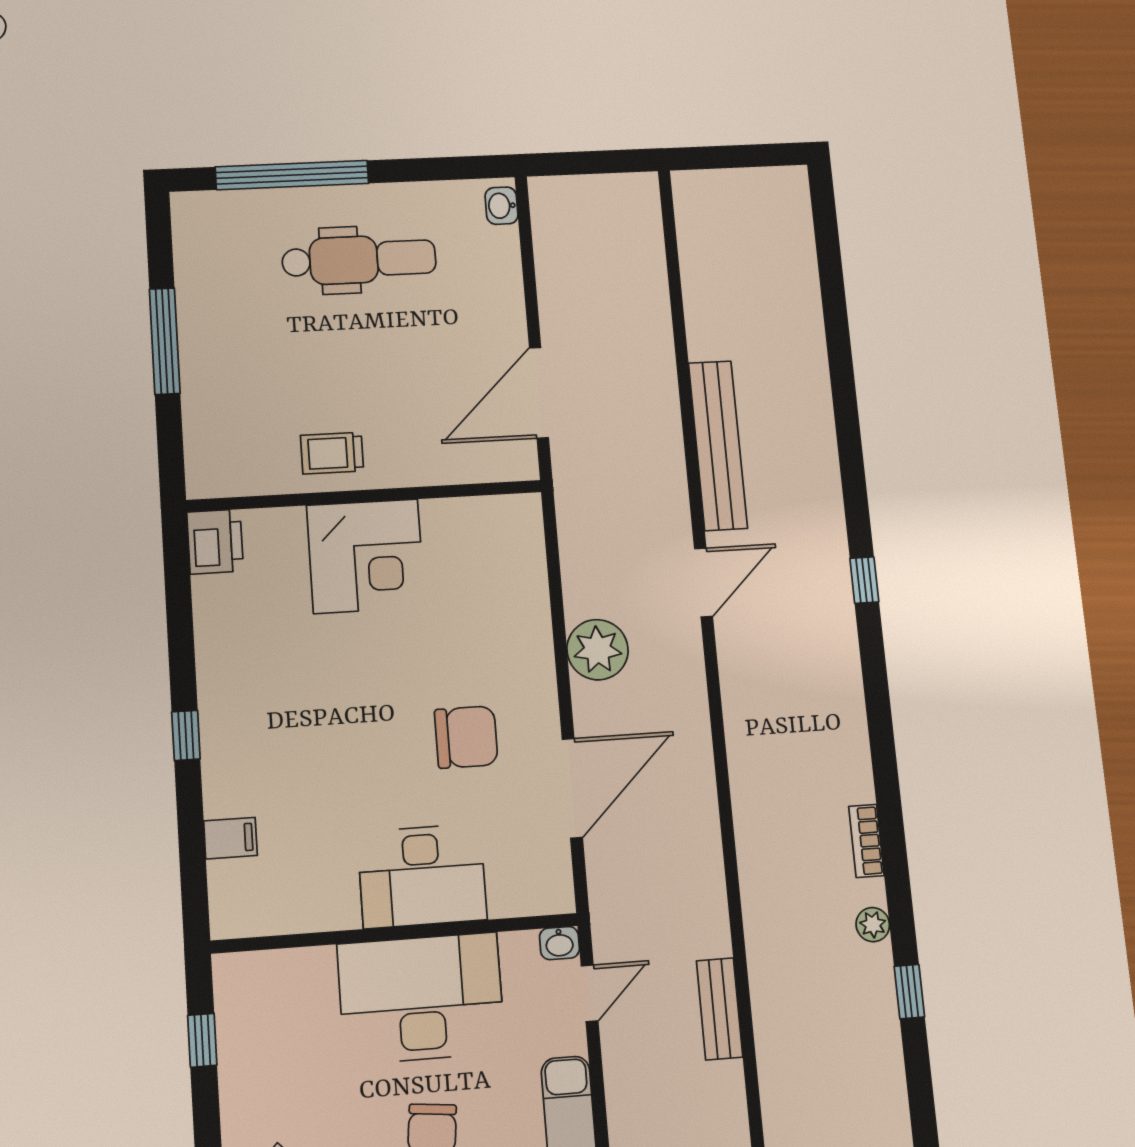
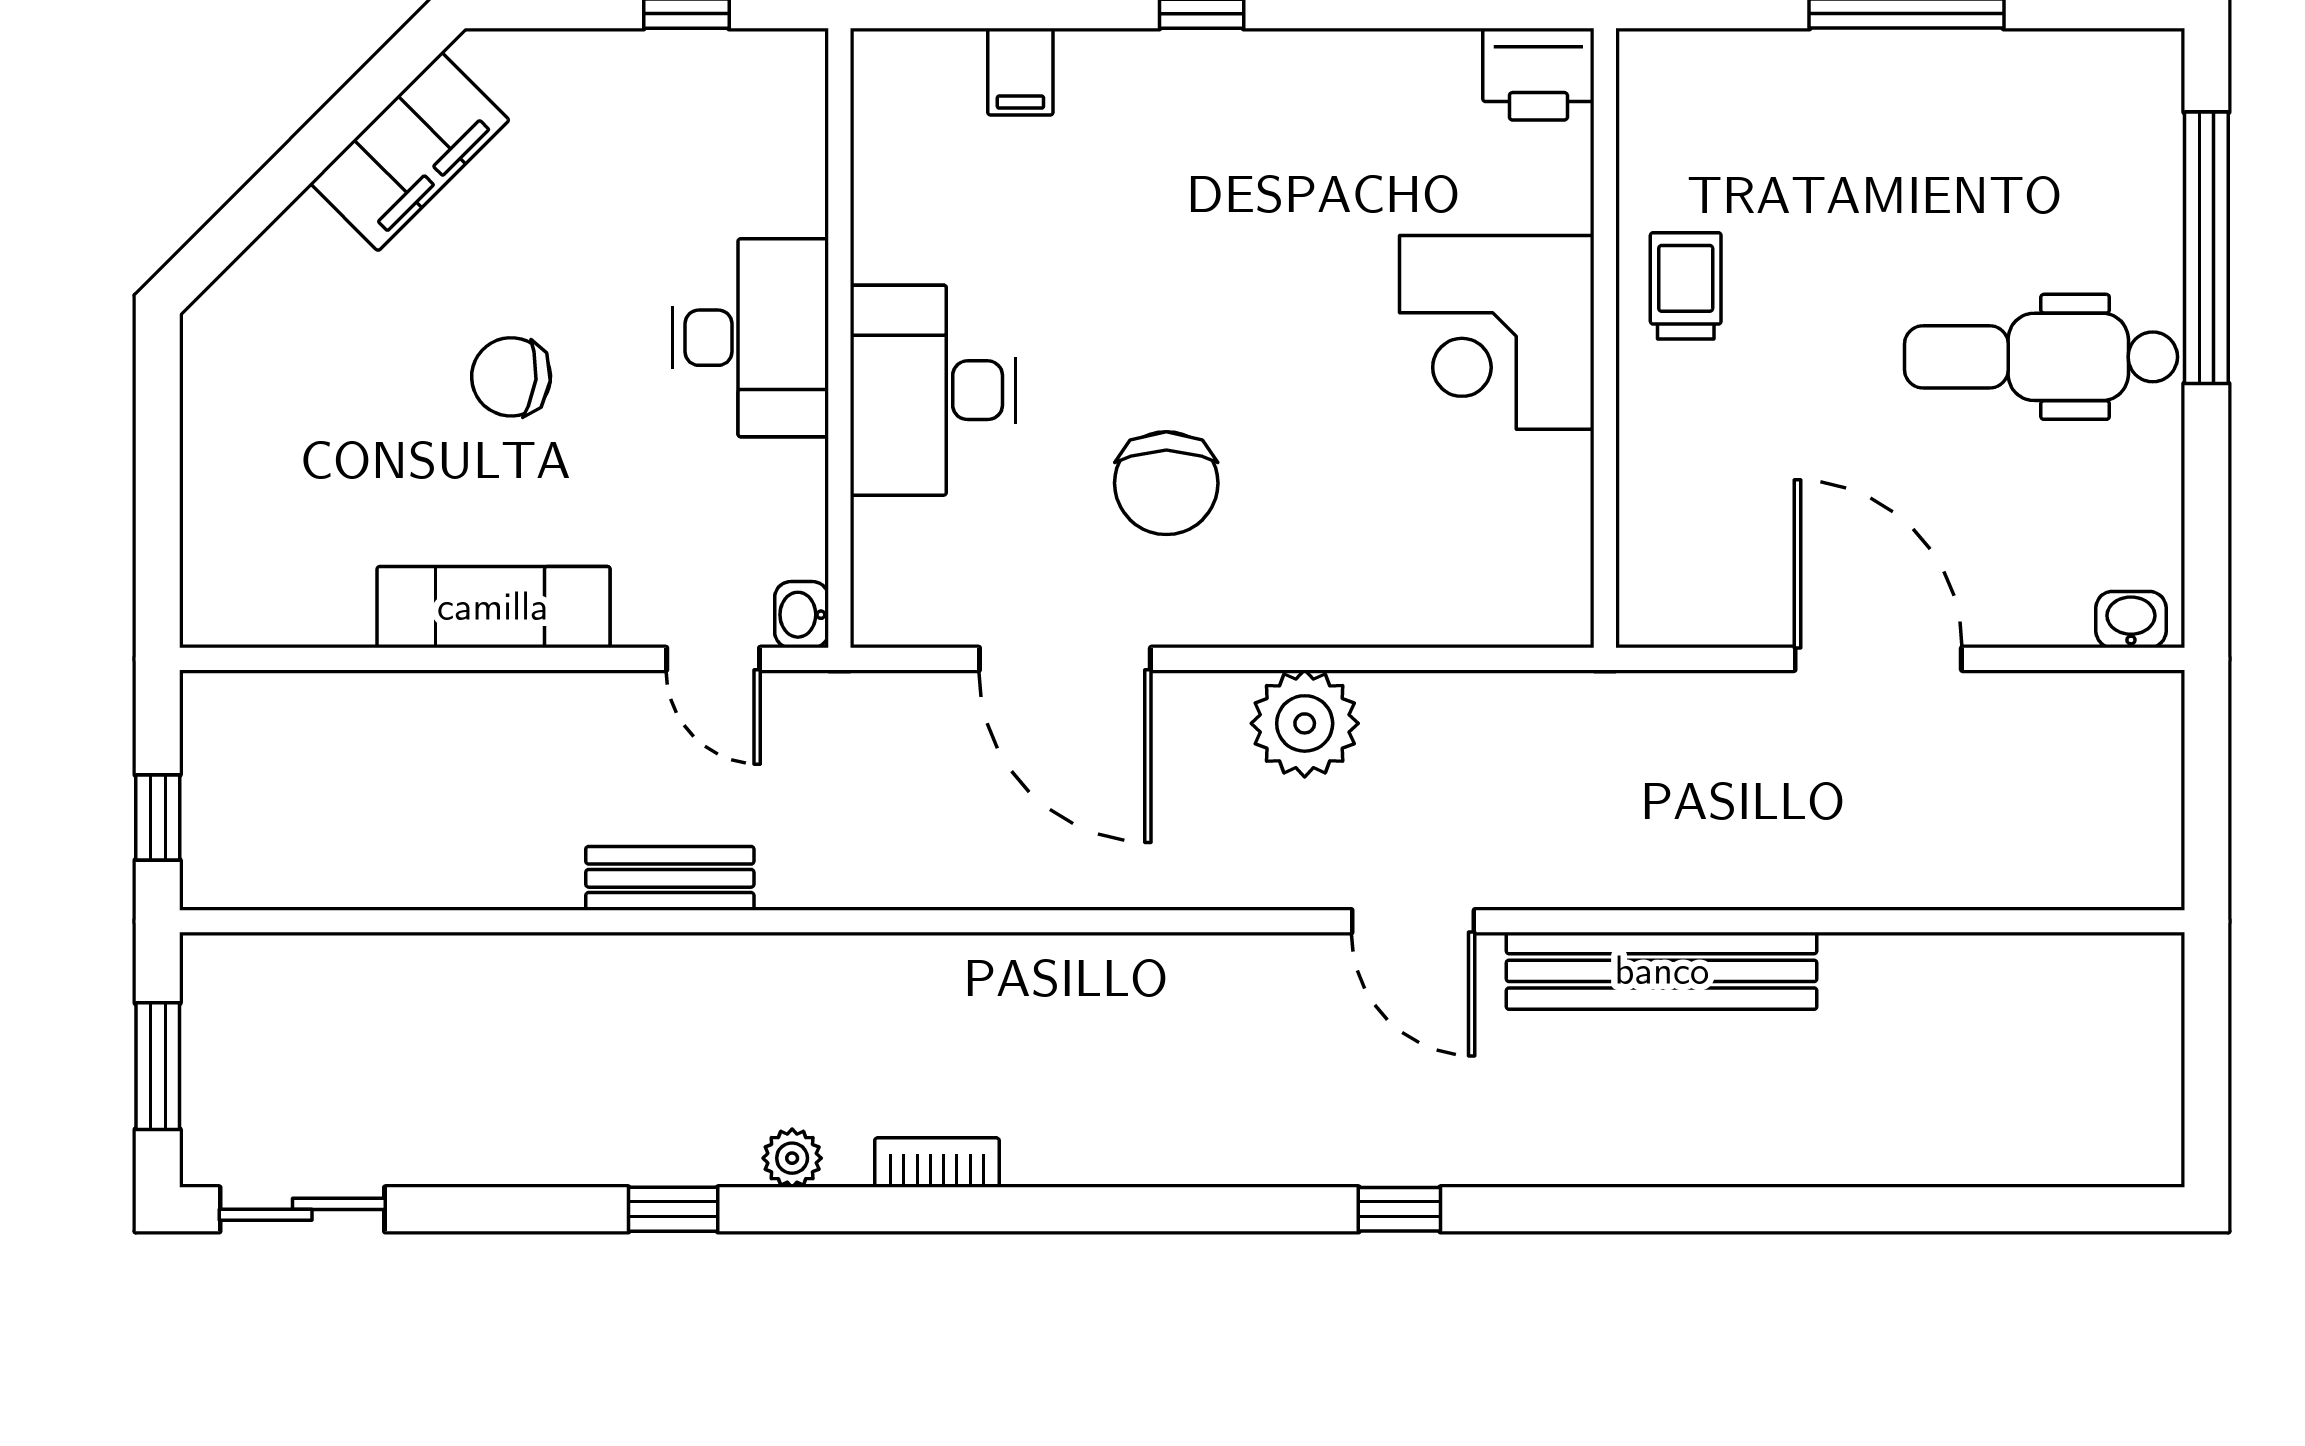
dental chair: (359, 260) -> (2041, 357), turned 90
door: (539, 393) -> (1878, 659), moved
desk: (421, 998) -> (751, 338), width x0.73, depth x0.77

